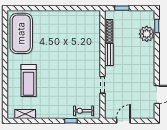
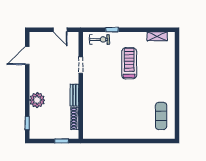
exercise mat: (21, 33) -> (161, 116), width x0.50, depth x0.69
plant: (147, 34) -> (37, 100), moved
treadmill: (29, 81) -> (129, 63), moved
door: (123, 121) -> (60, 30), hinge flipped

